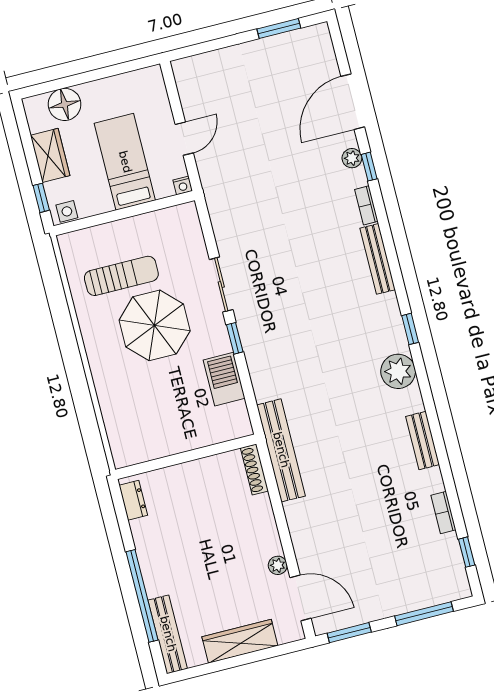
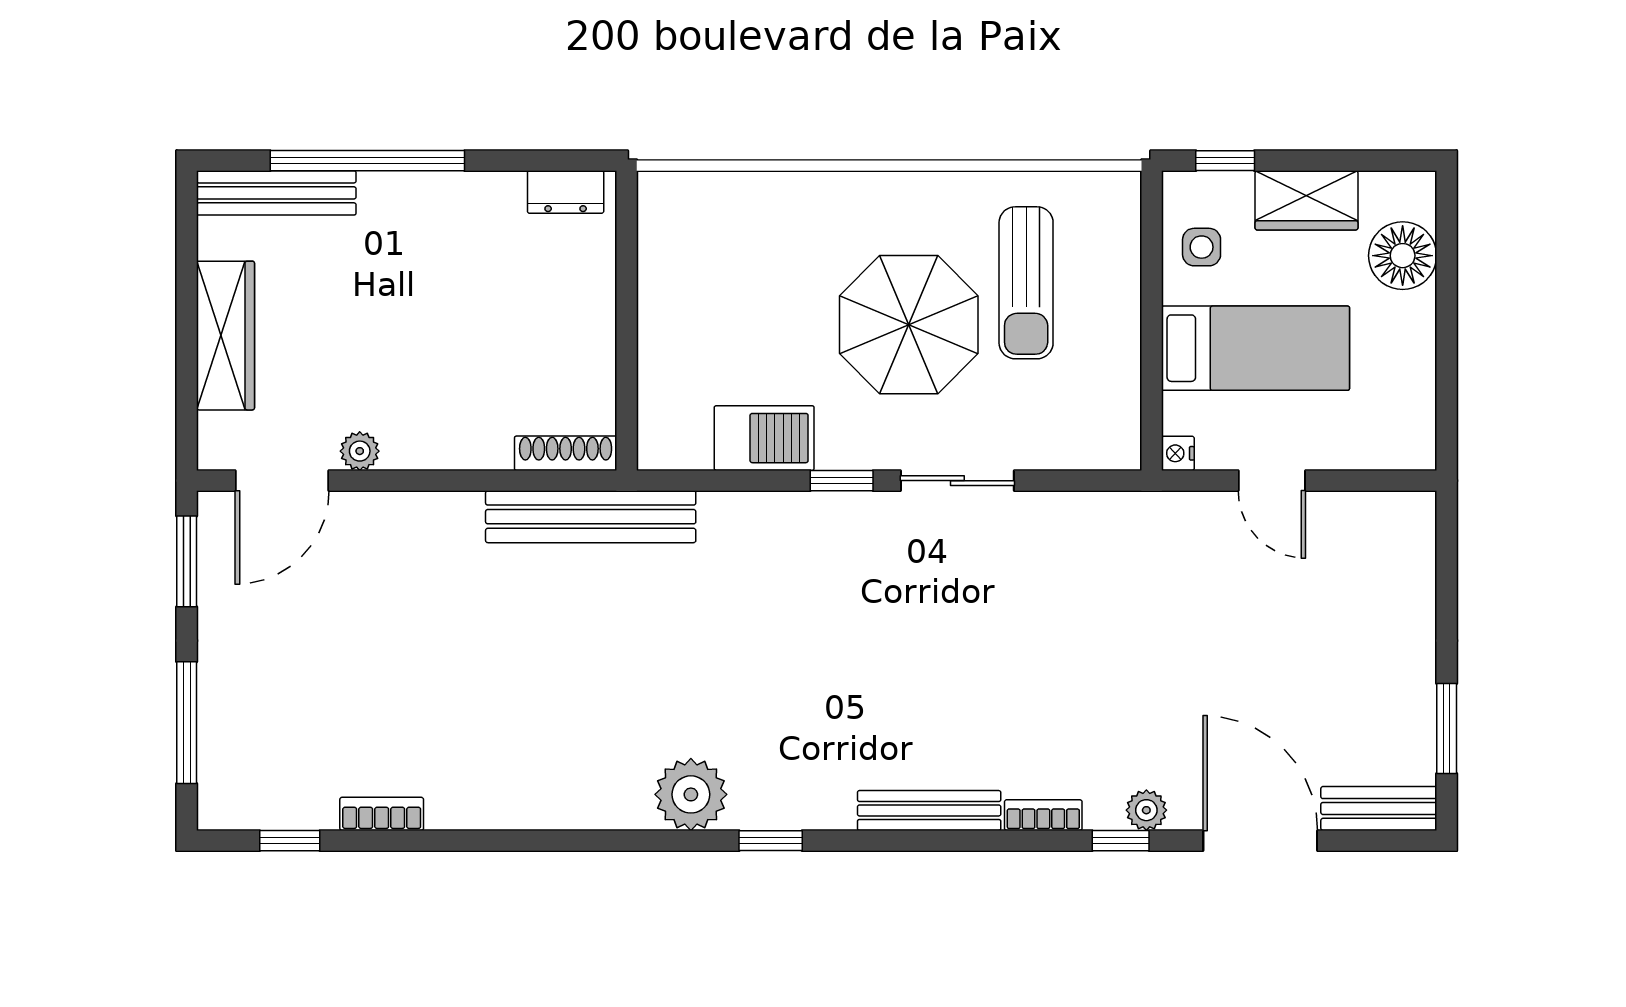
side table: (67, 211) -> (1202, 247), moved
bench: (423, 441) -> (1379, 808), moved

